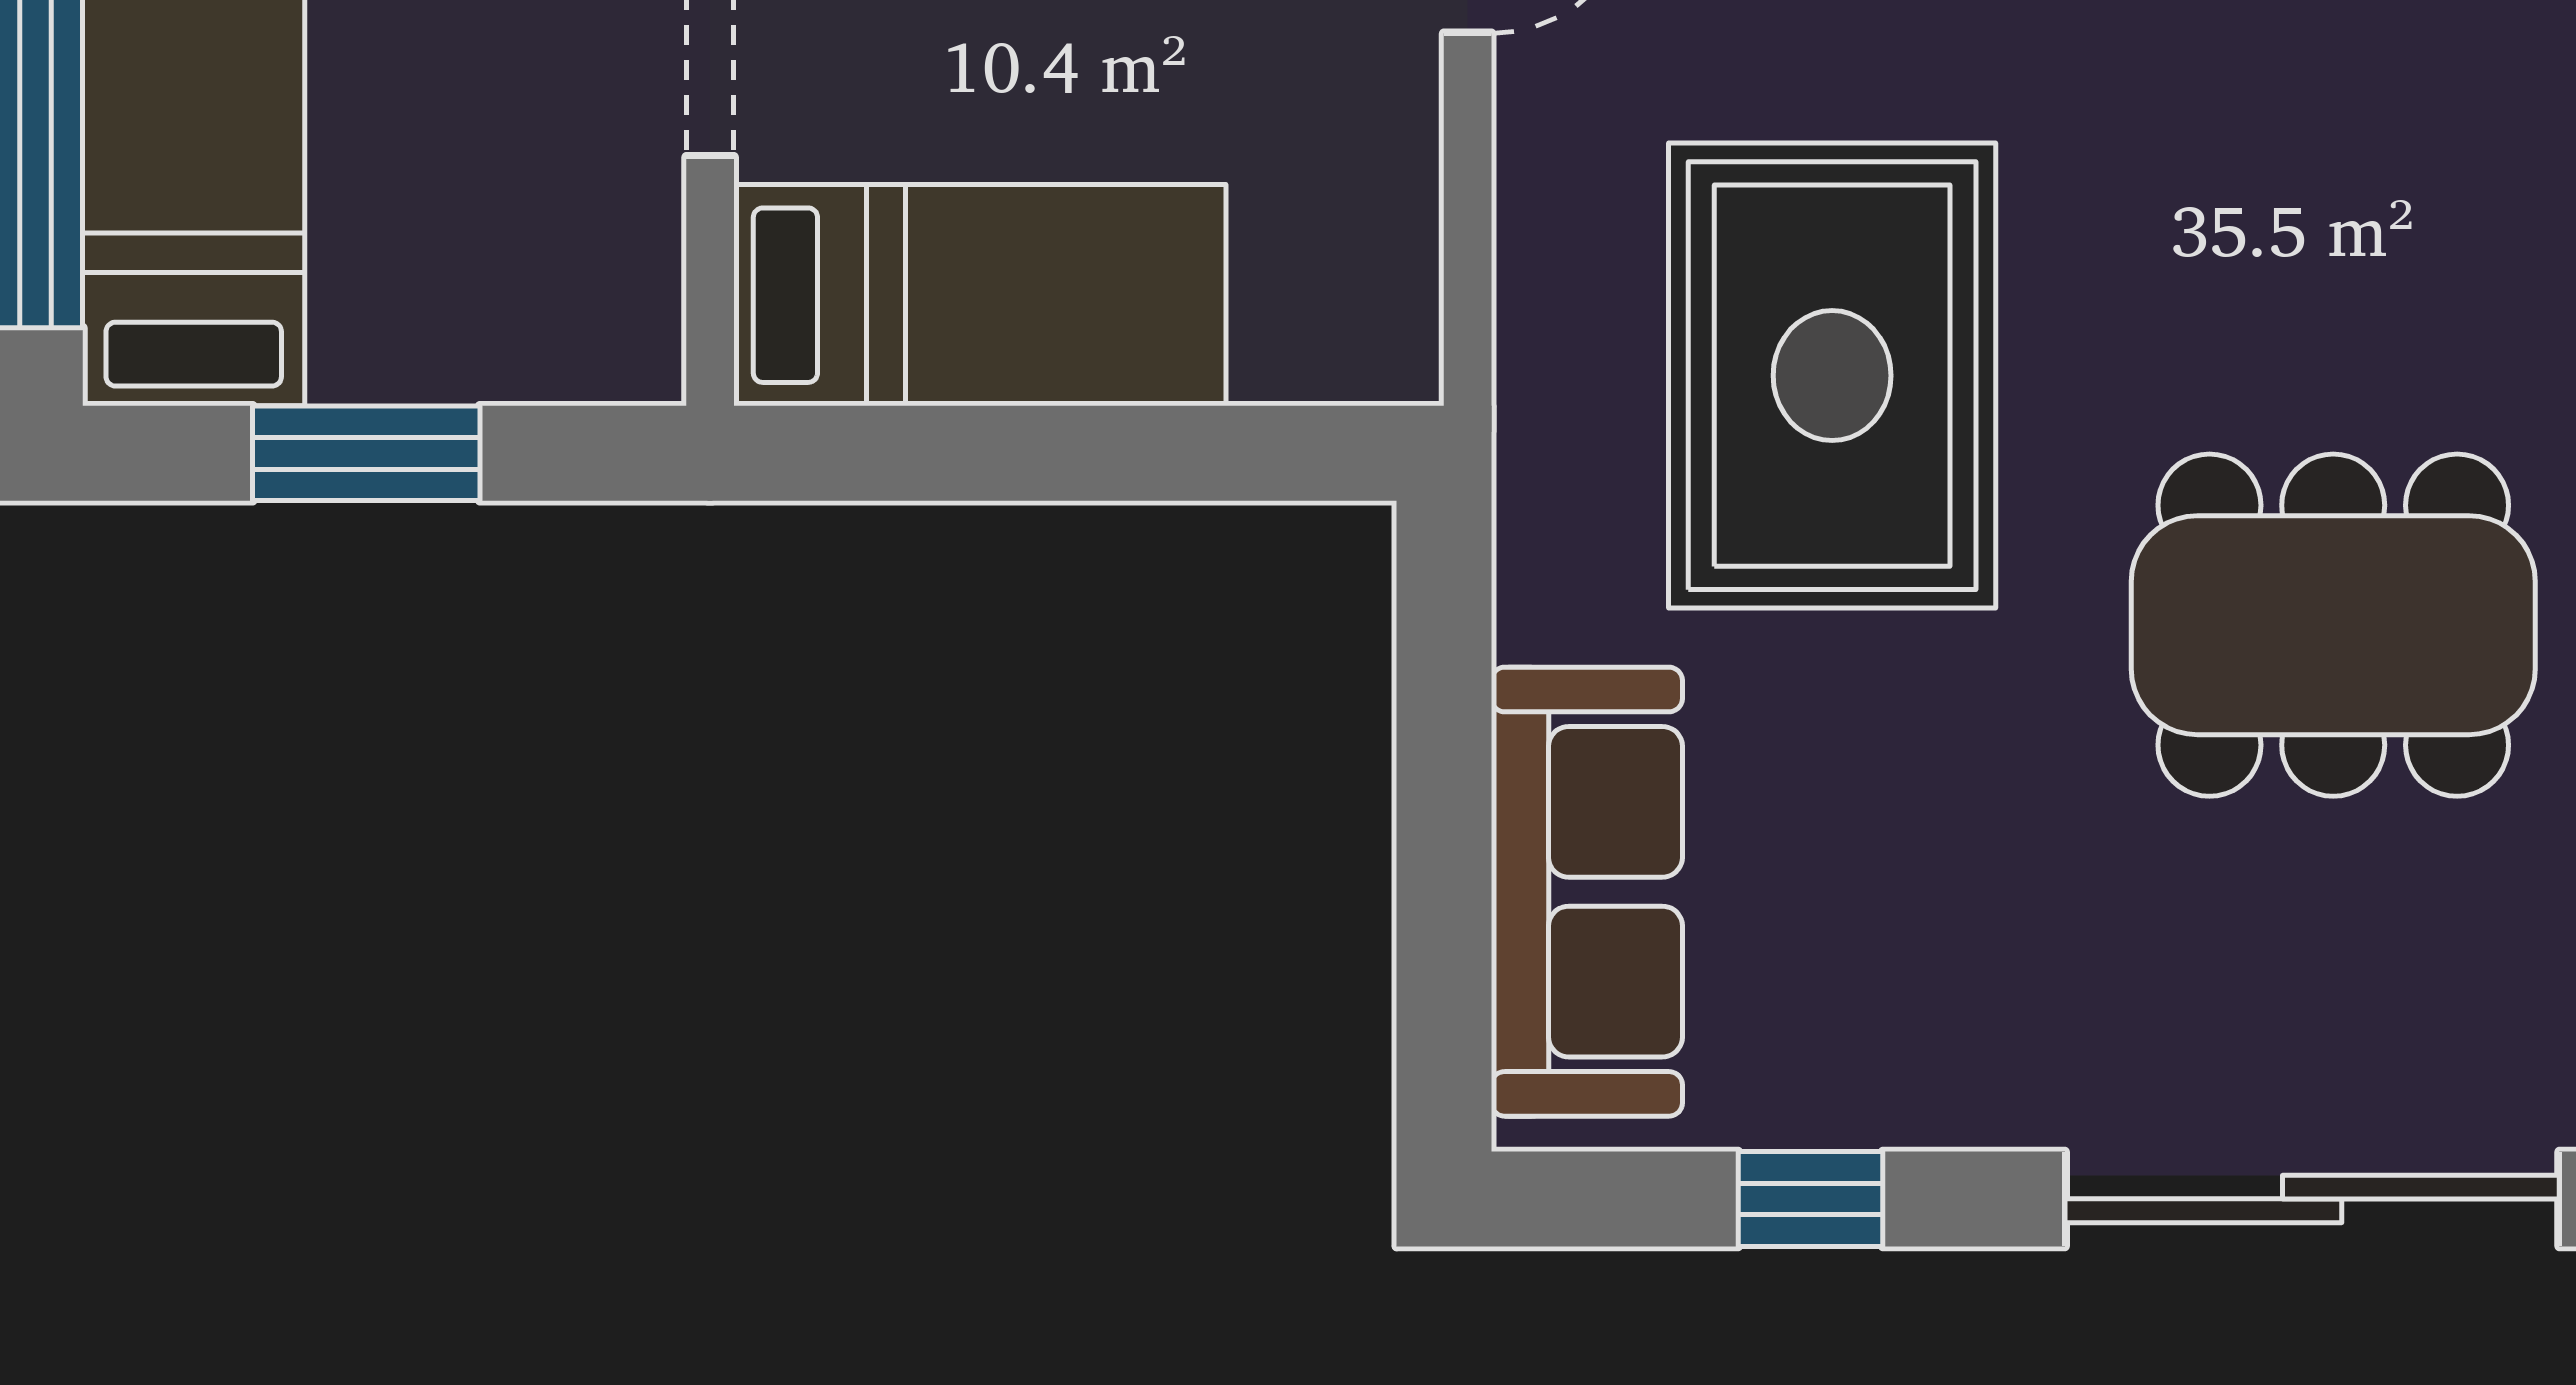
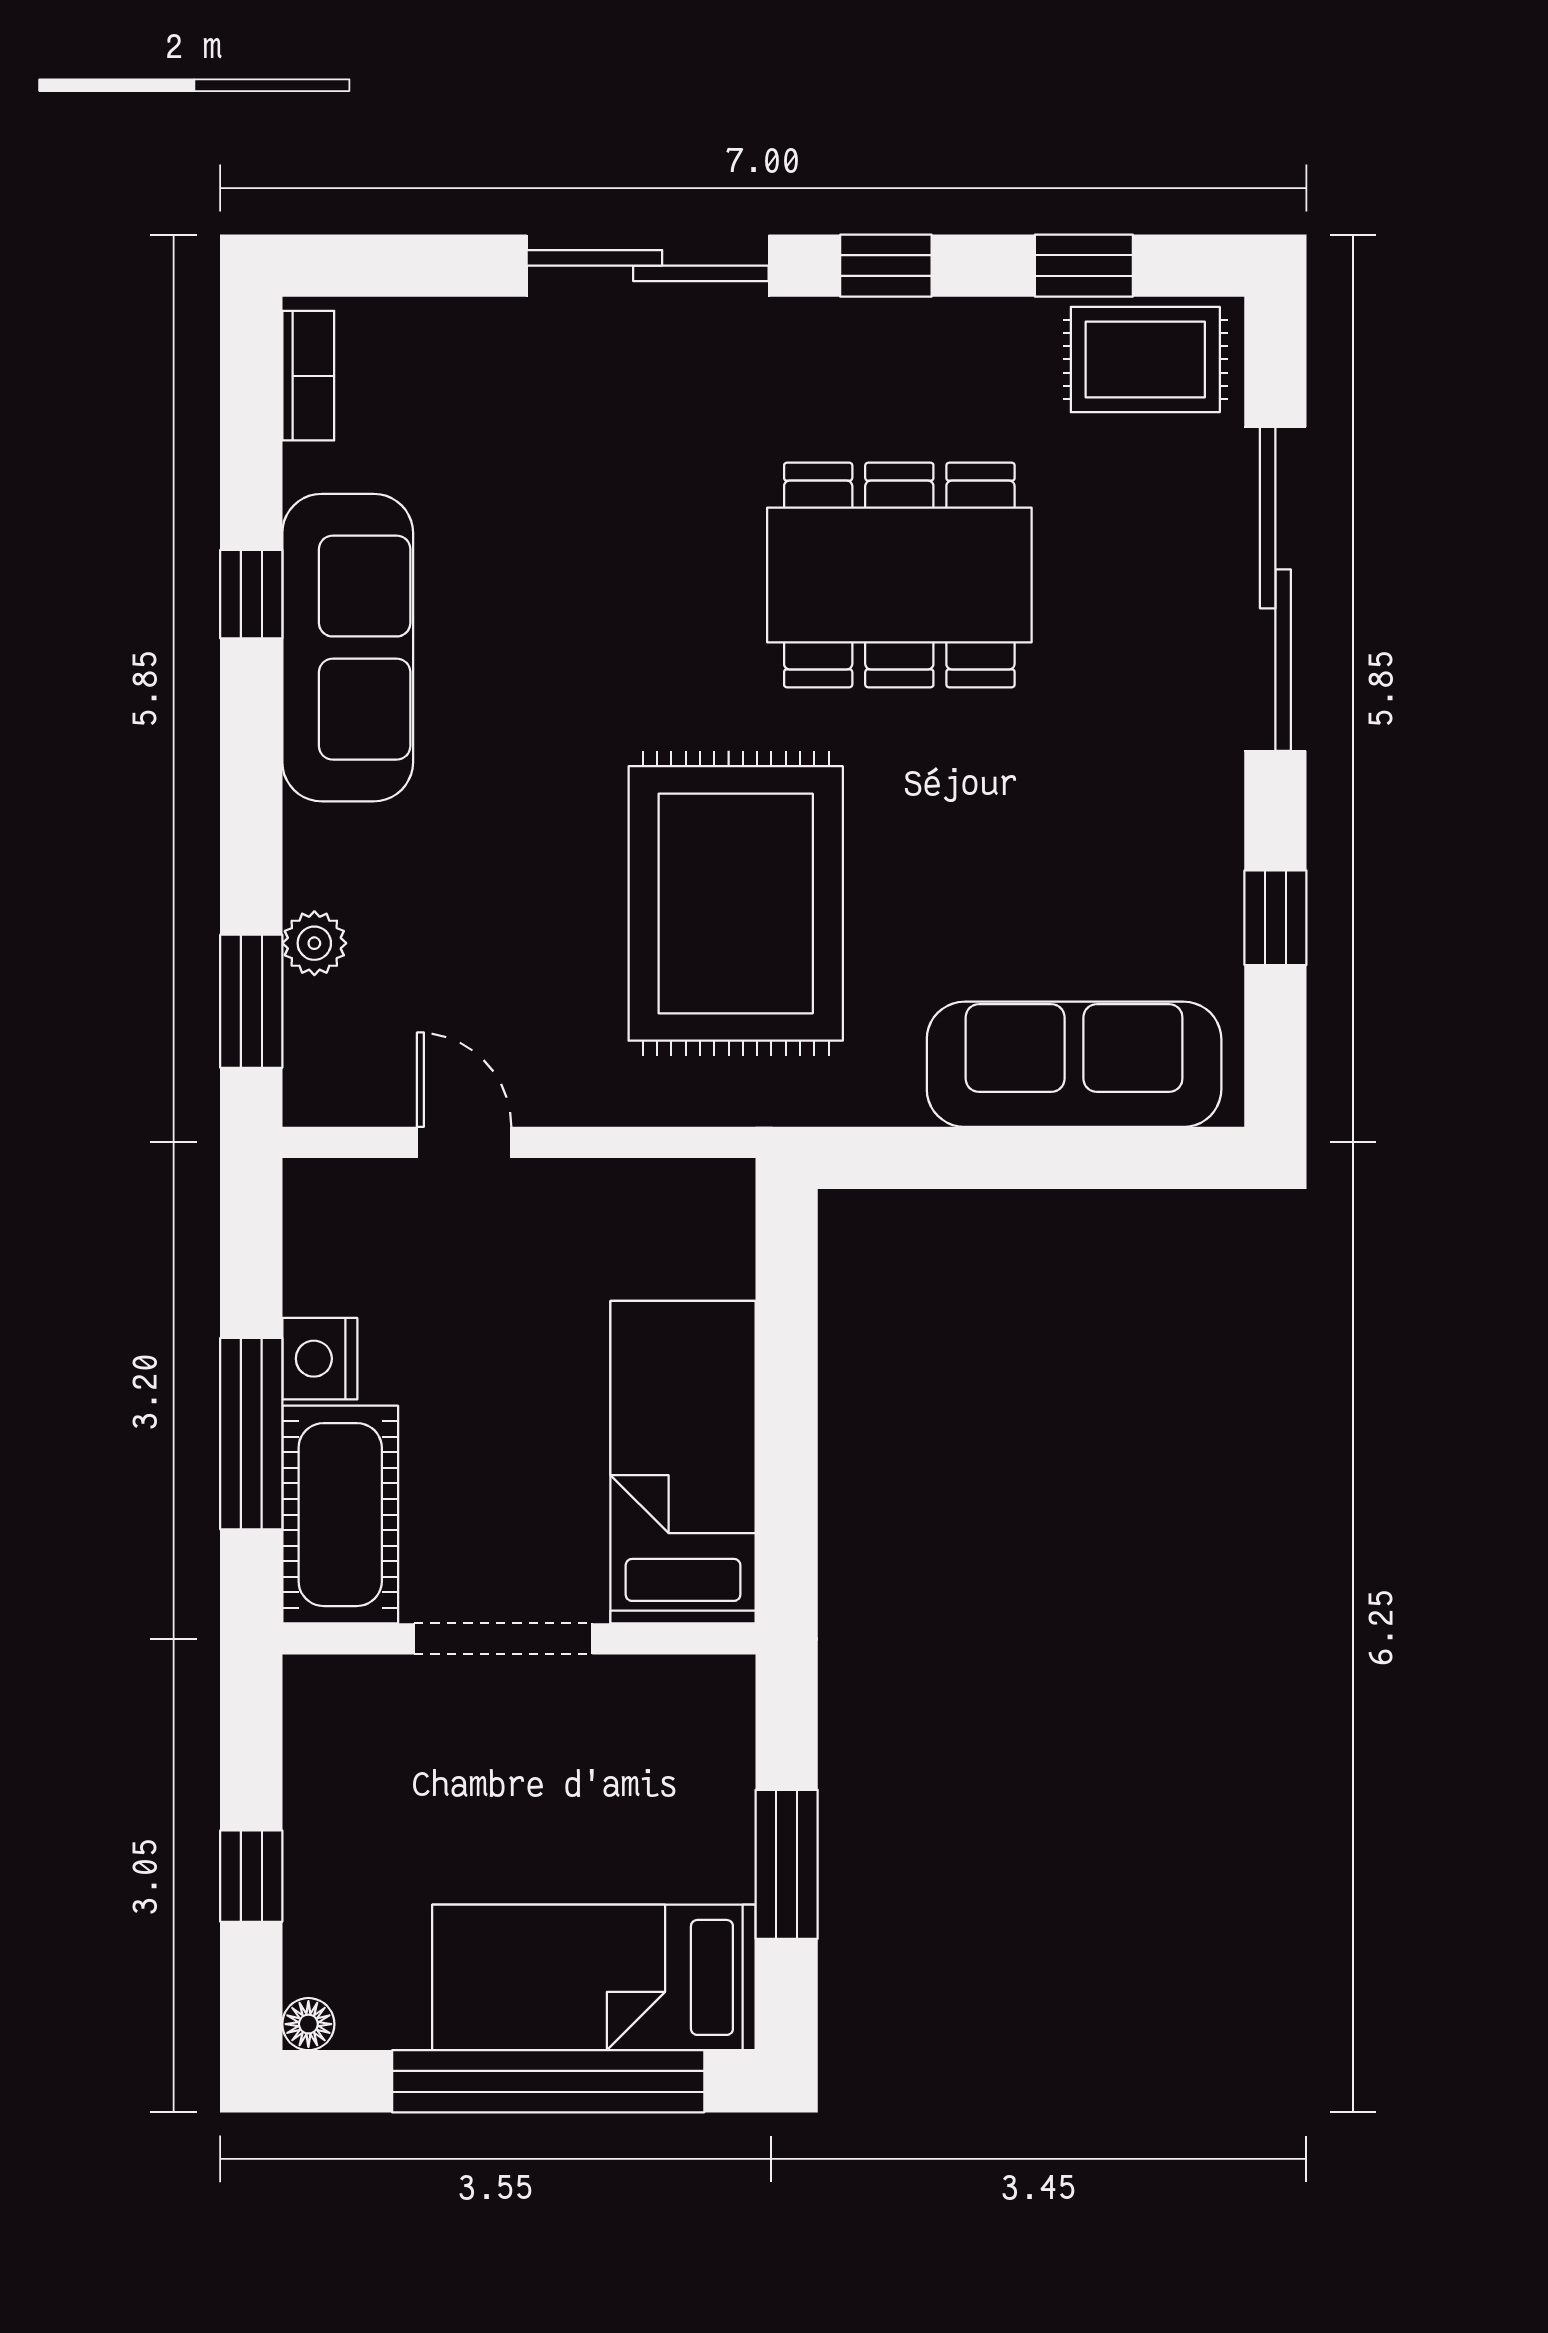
rug: (1832, 376) -> (736, 903), turned 90
dining table: (2333, 625) -> (899, 575), turned 90

